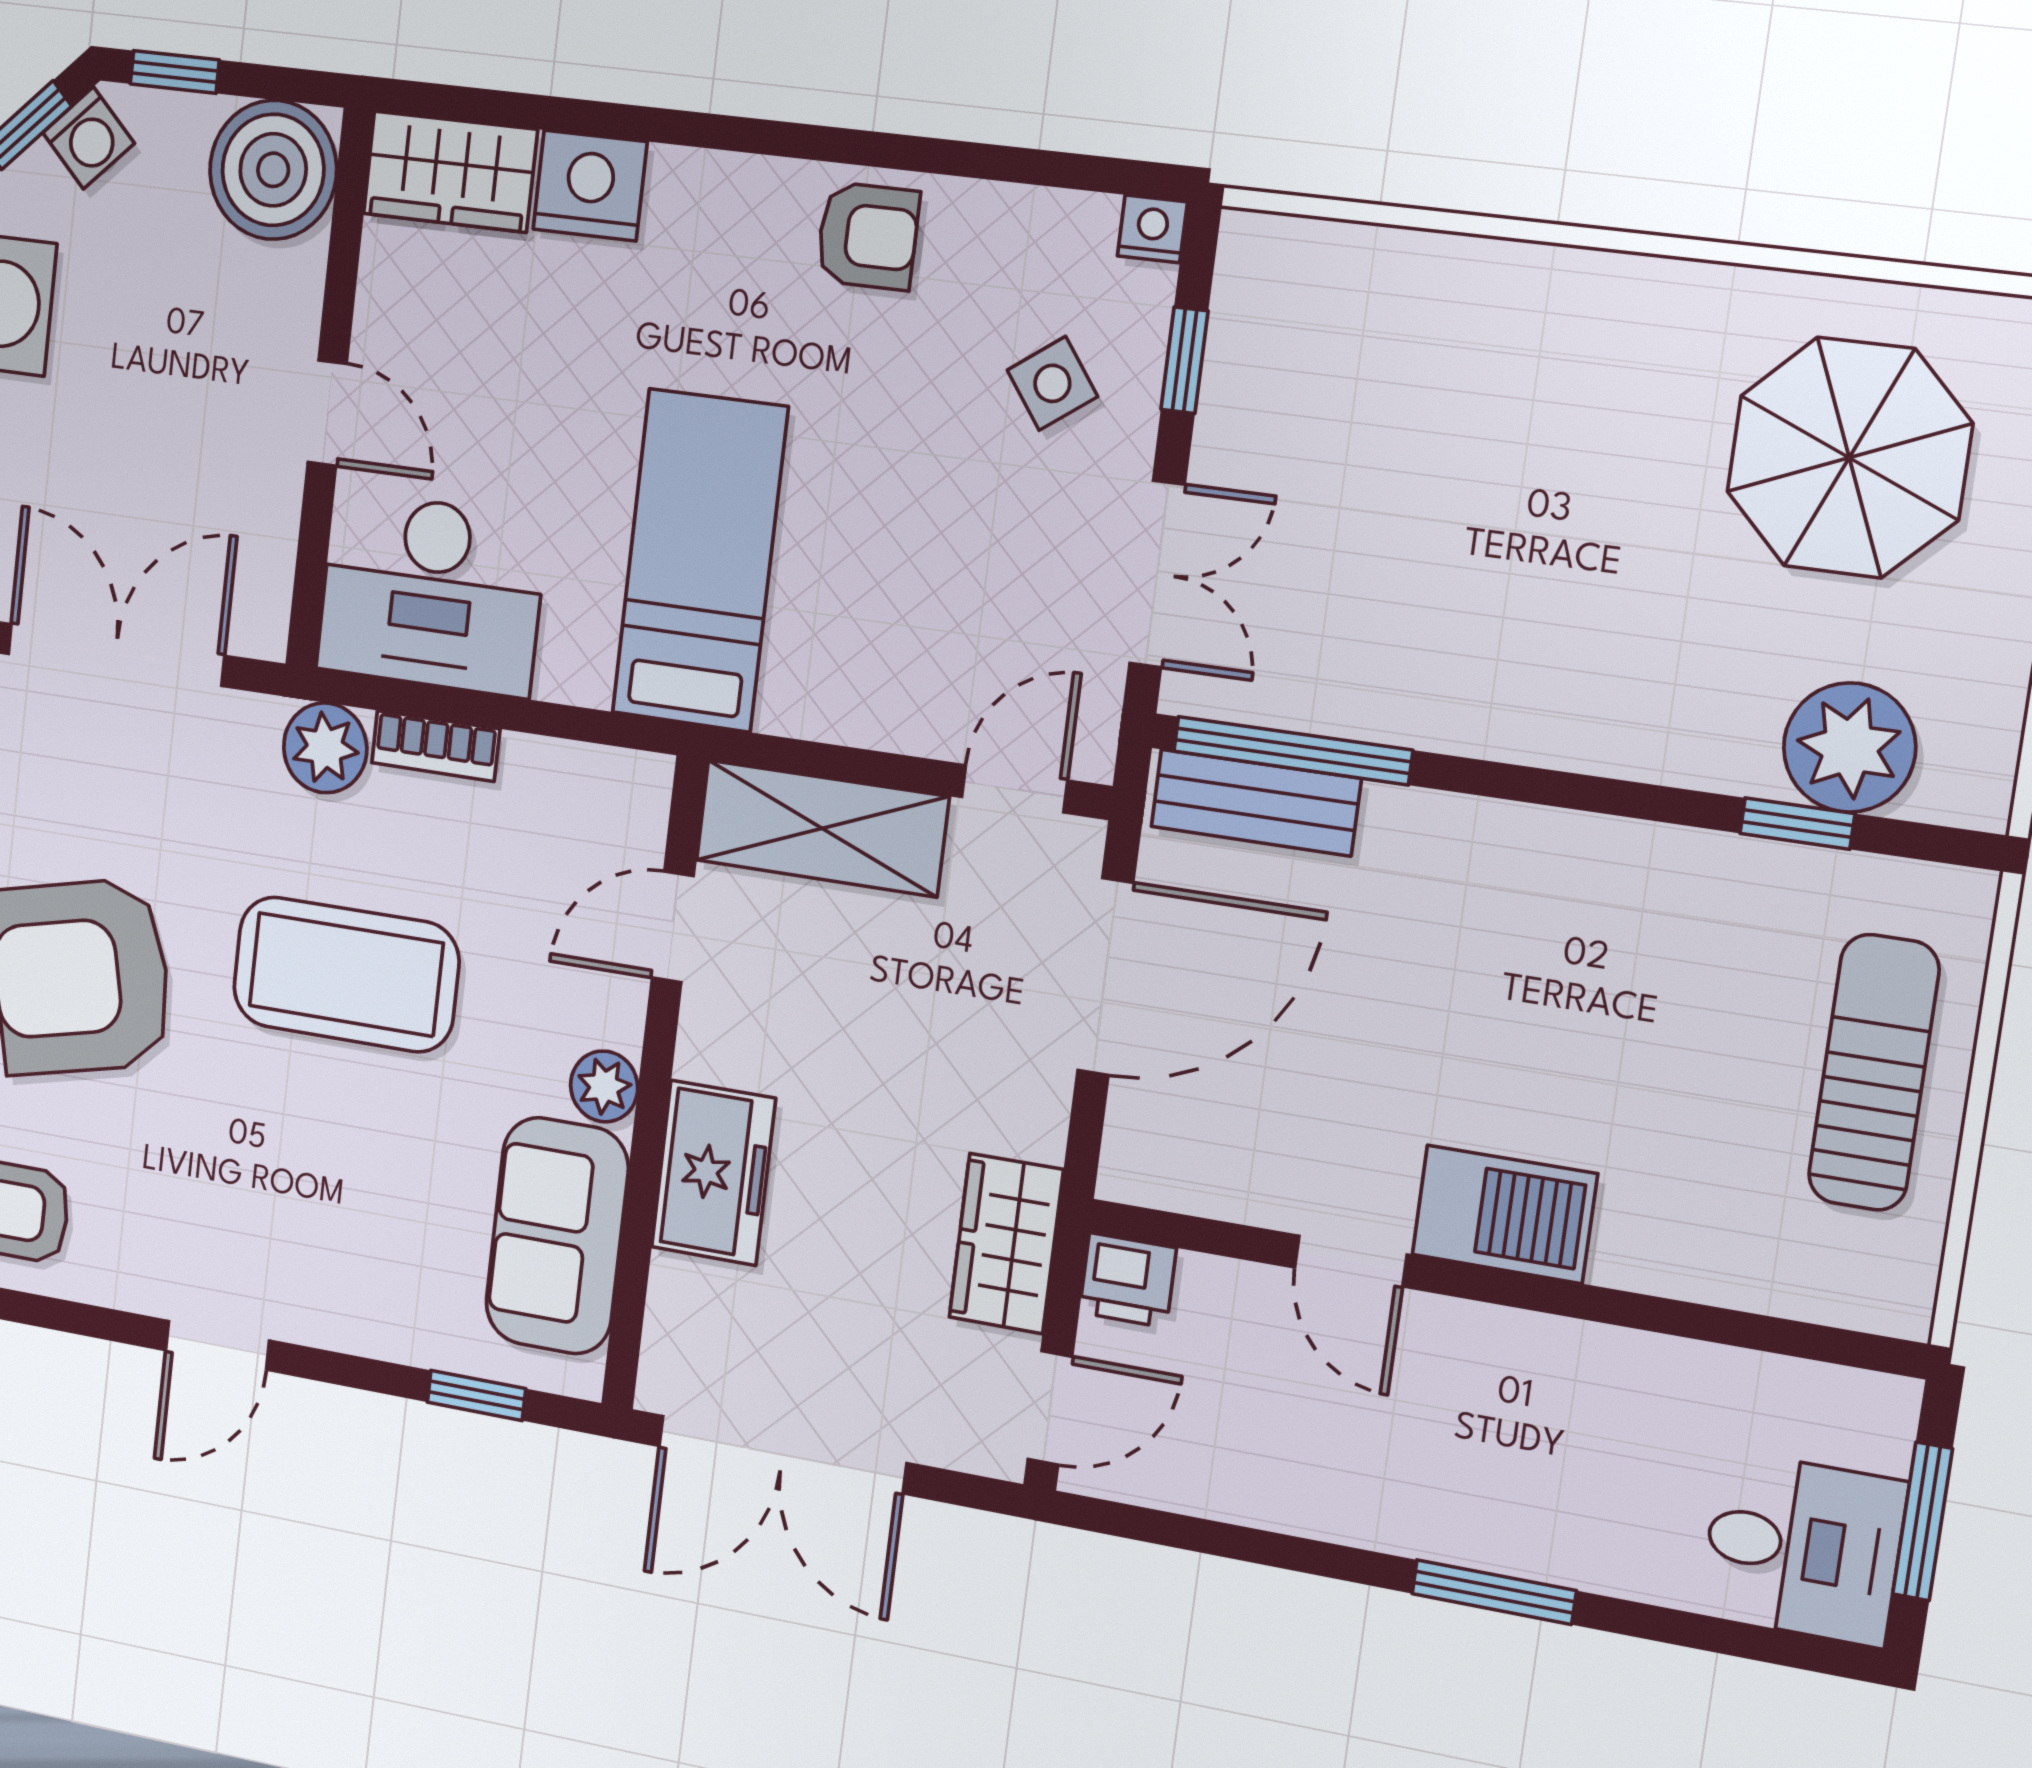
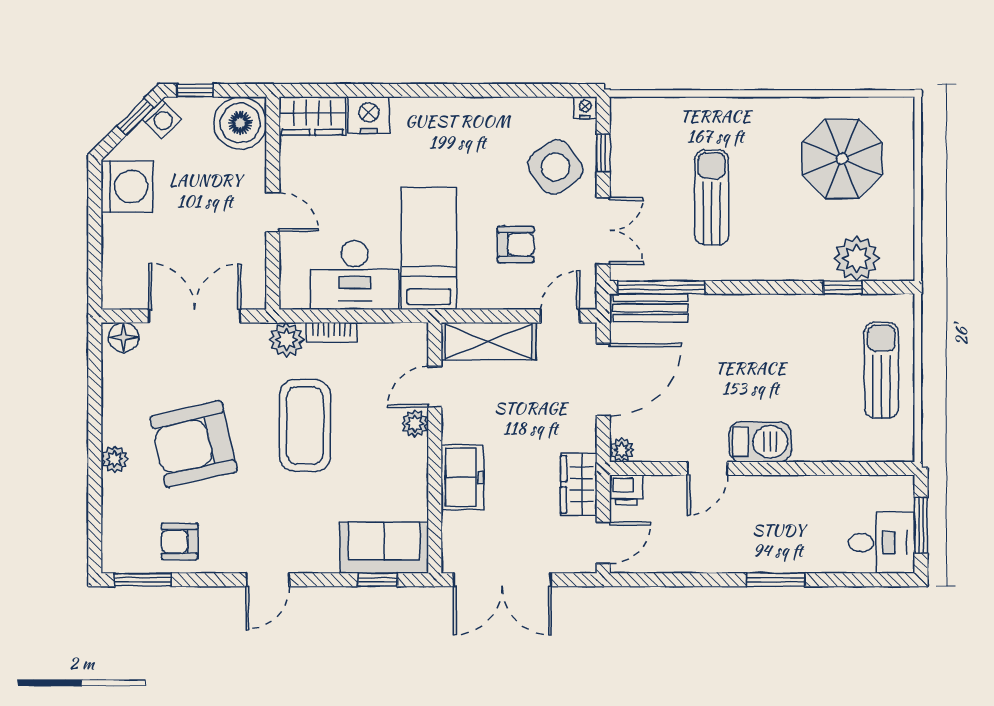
armchair: (868, 236) -> (516, 244), moved
side table: (1052, 383) -> (555, 167), width x1.87, depth x1.87
sun lounger: (1464, 521) -> (712, 197), added
desk: (431, 594) -> (355, 275), moved
coffee table: (346, 974) -> (305, 426), turned 90
plant: (604, 1086) -> (415, 424), moved
plant: (1129, 1172) -> (622, 450), added
sofa: (557, 1236) -> (384, 548), moved, turned 90
door: (1351, 1261) -> (707, 468), hinge flipped

